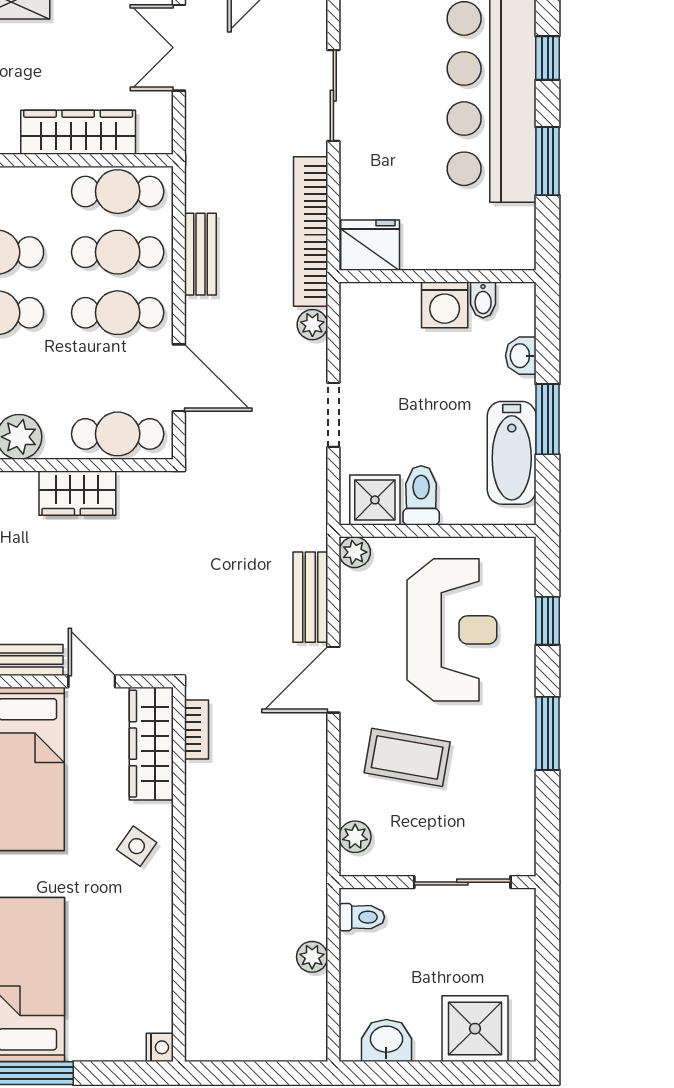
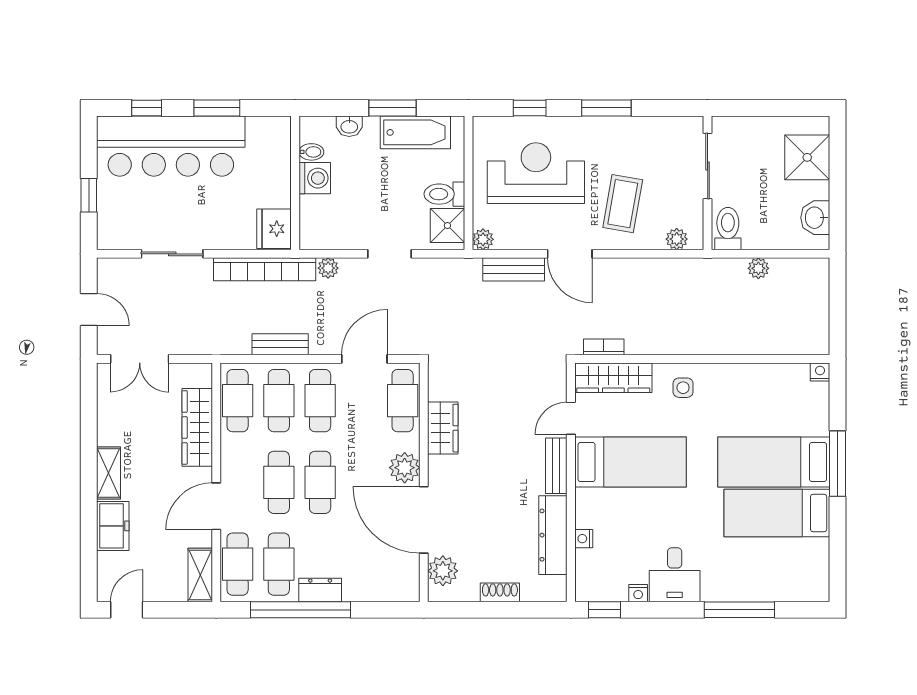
side table: (137, 846) -> (683, 388), turned -35
toilet: (362, 917) -> (728, 229), width x1.37, depth x1.39

